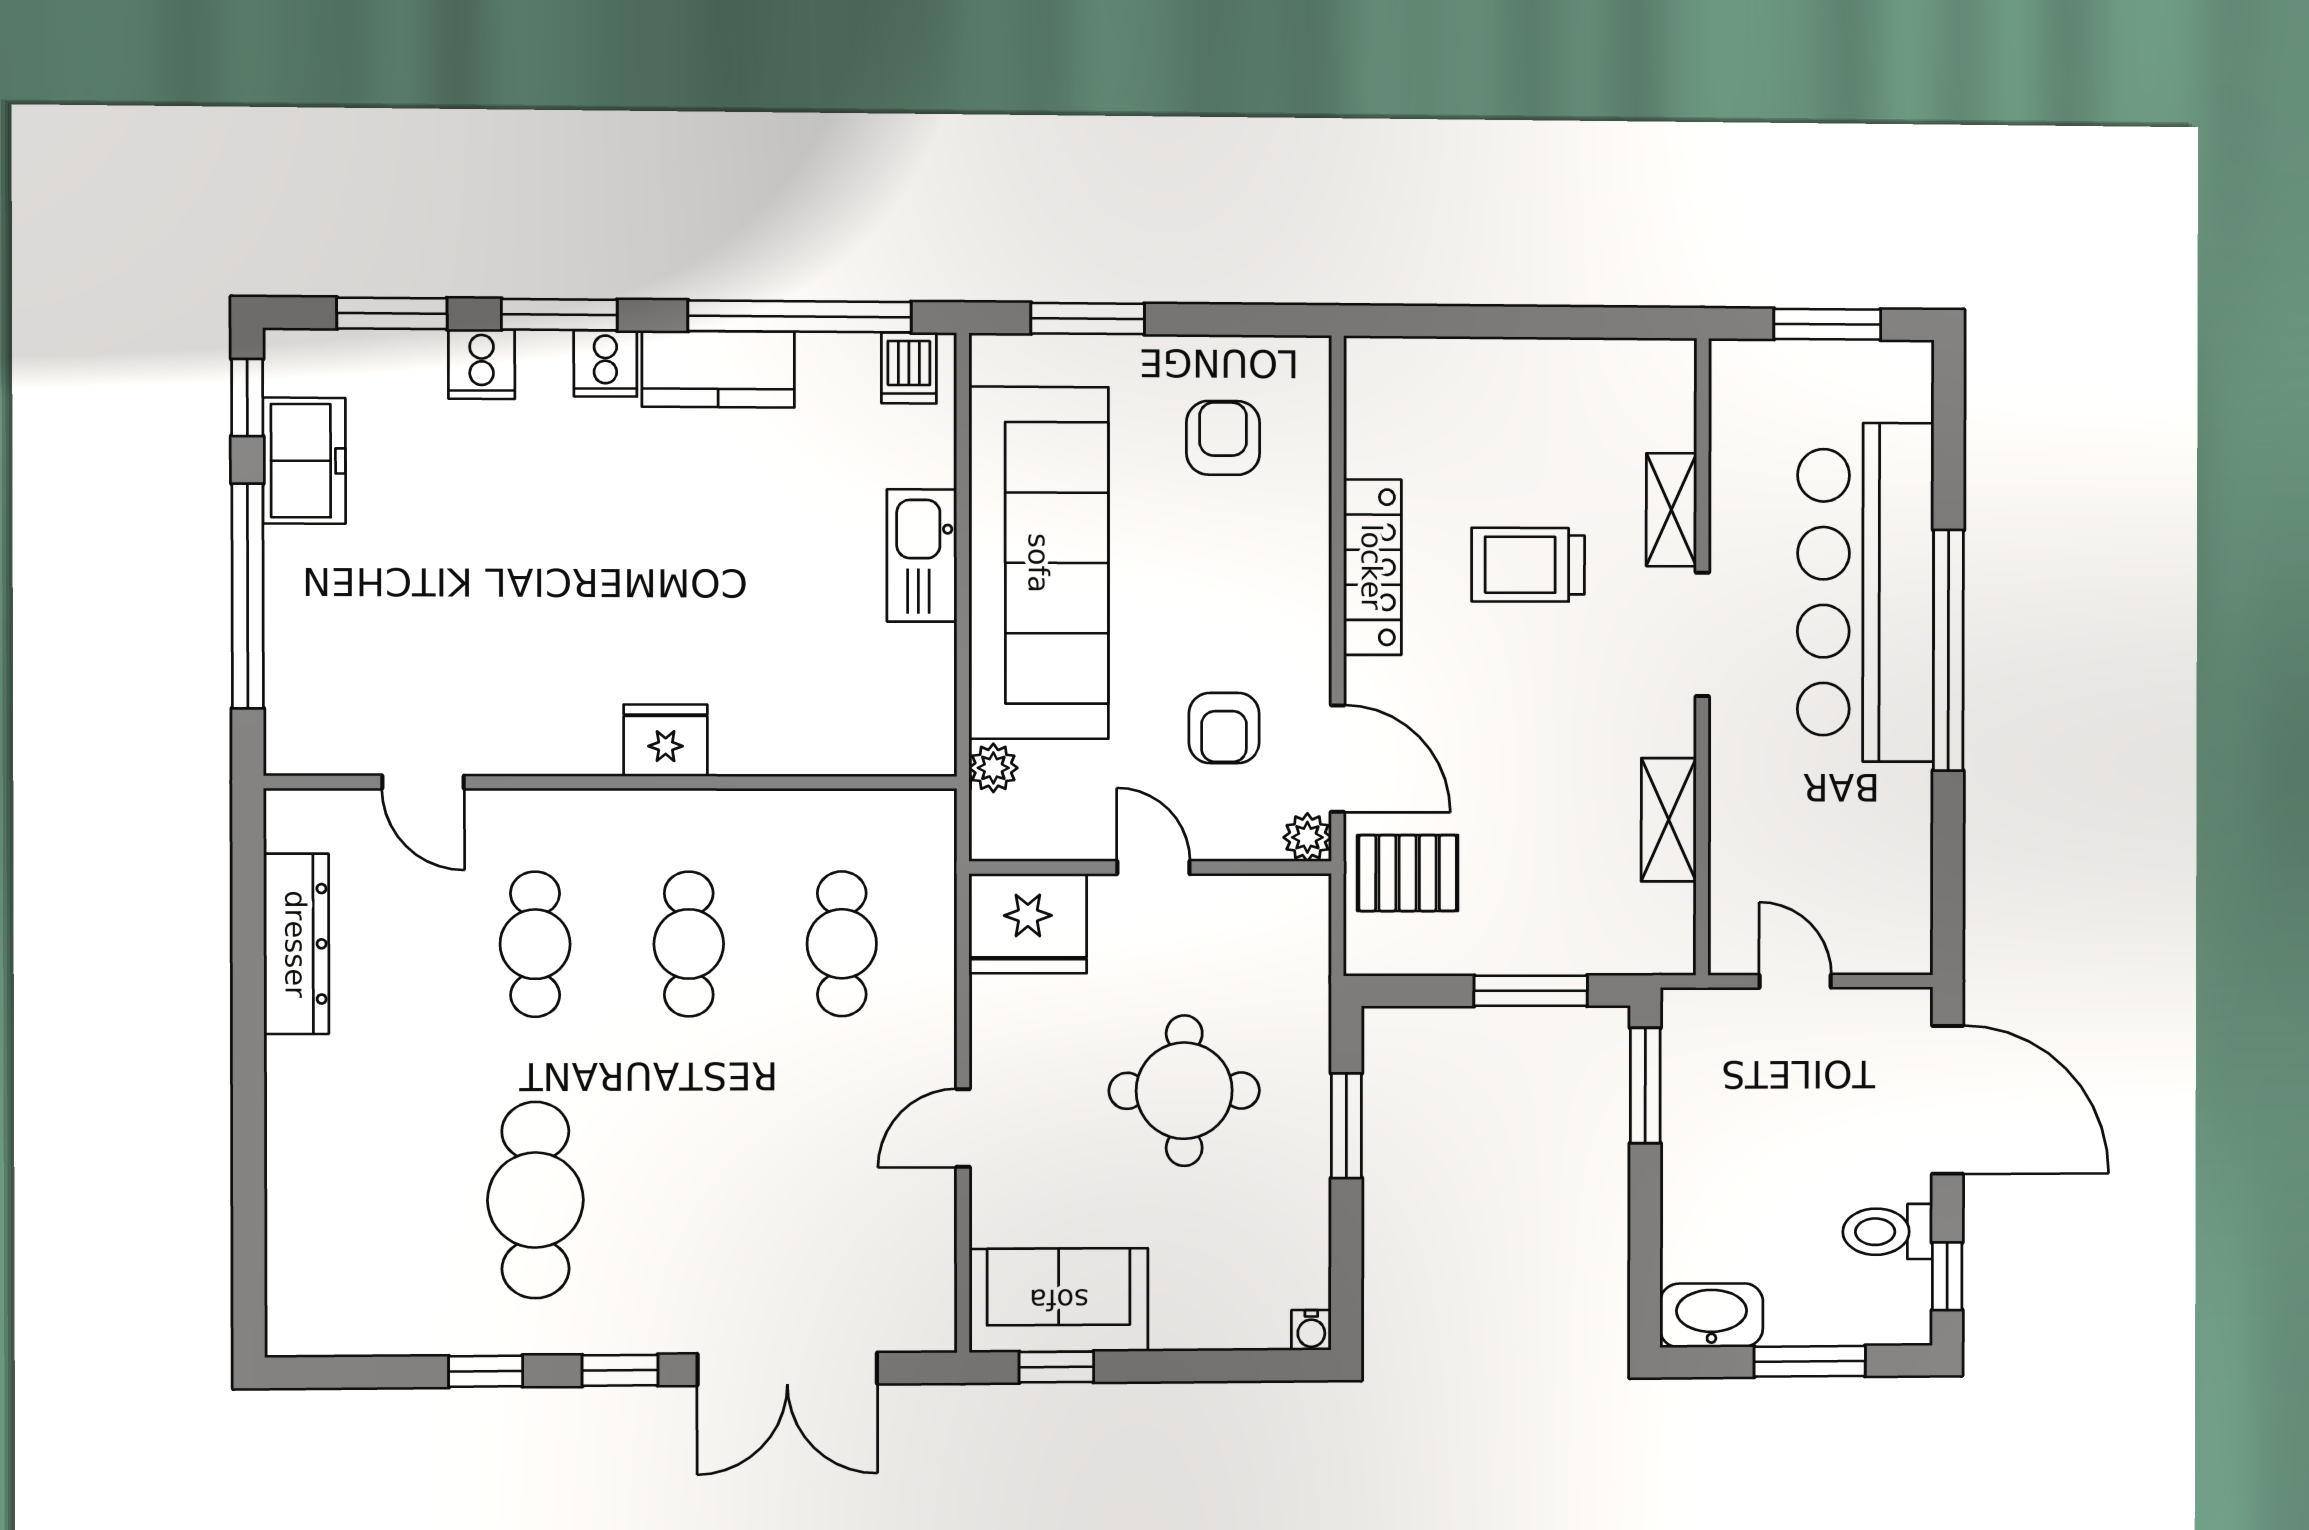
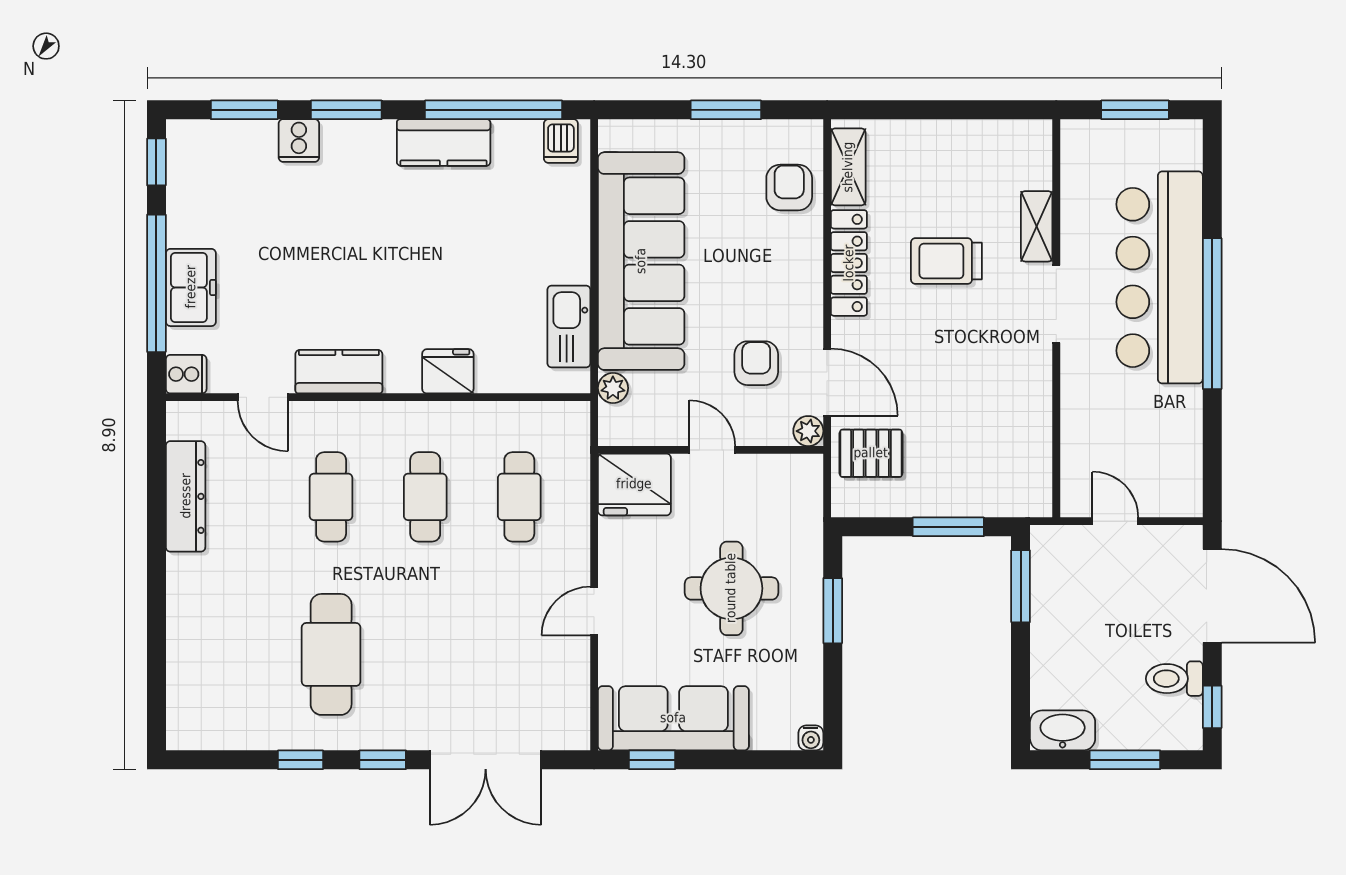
window: (1088, 319) -> (726, 110), moved
cooker: (605, 363) -> (186, 374), moved, turned -90
armchair: (1223, 438) -> (789, 187), moved
freezer: (304, 461) -> (191, 287), moved
kitchen sink: (922, 555) -> (569, 327), moved
armchair: (1224, 728) -> (756, 363), turned 180
fridge: (666, 740) -> (448, 371), moved
kitchen counter: (548, 741) -> (339, 372), added
shelving: (1669, 820) -> (848, 167), moved
sofa: (1059, 1300) -> (673, 718), width x1.36

